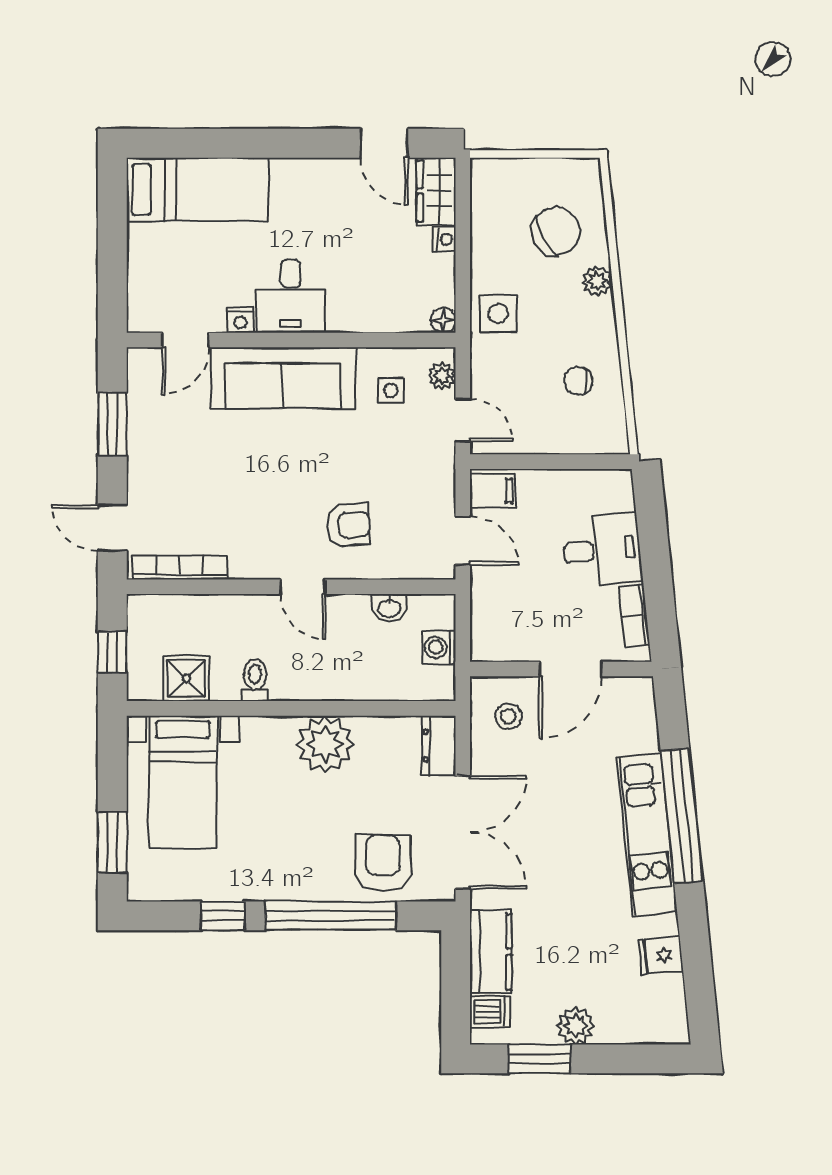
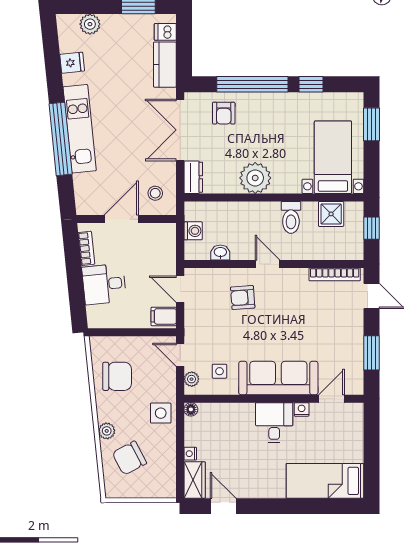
chair: (578, 381) -> (117, 376), width x1.87, depth x1.87
toilet: (255, 680) -> (291, 217), width x1.37, depth x1.39
armchair: (383, 863) -> (224, 113), width x0.72, depth x0.72
plant: (575, 1026) -> (90, 24), moved

